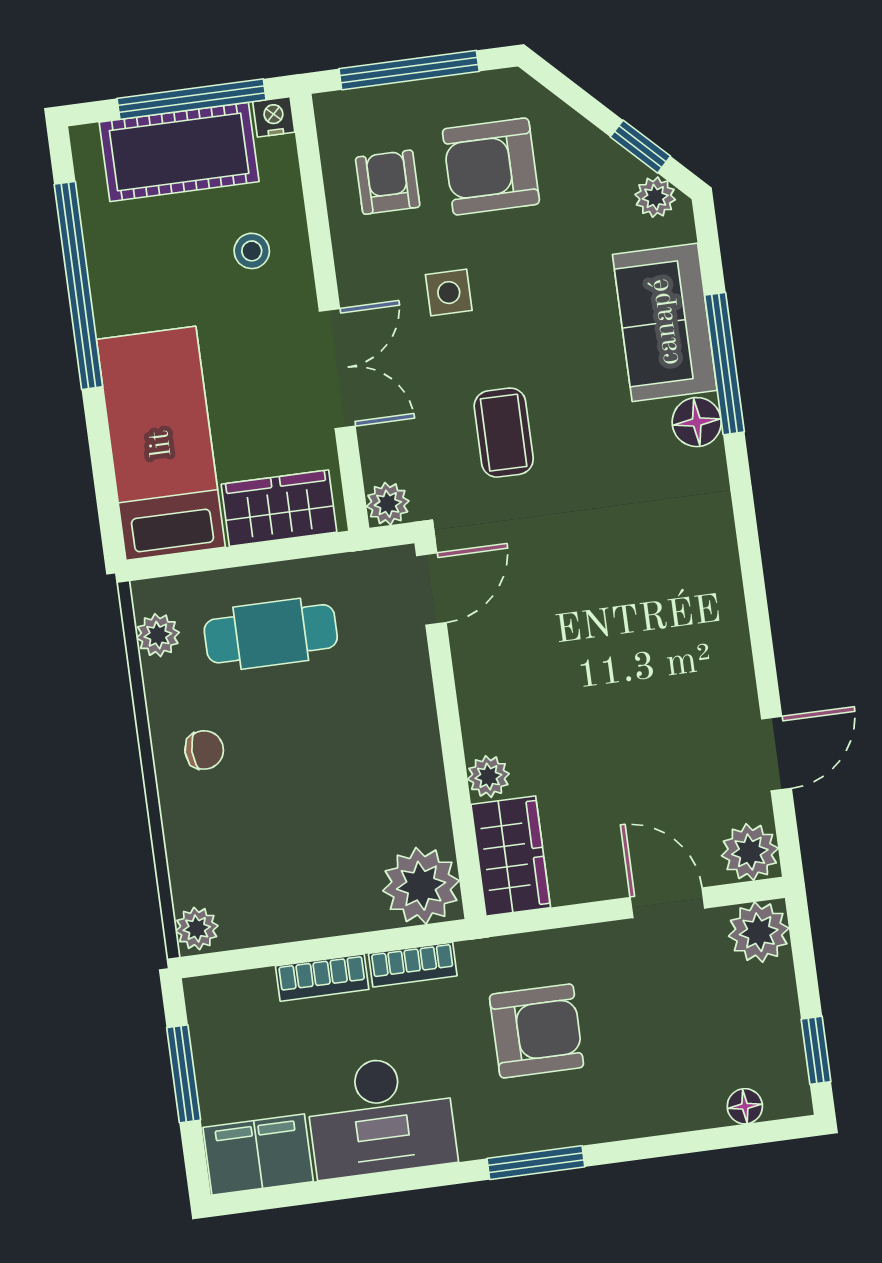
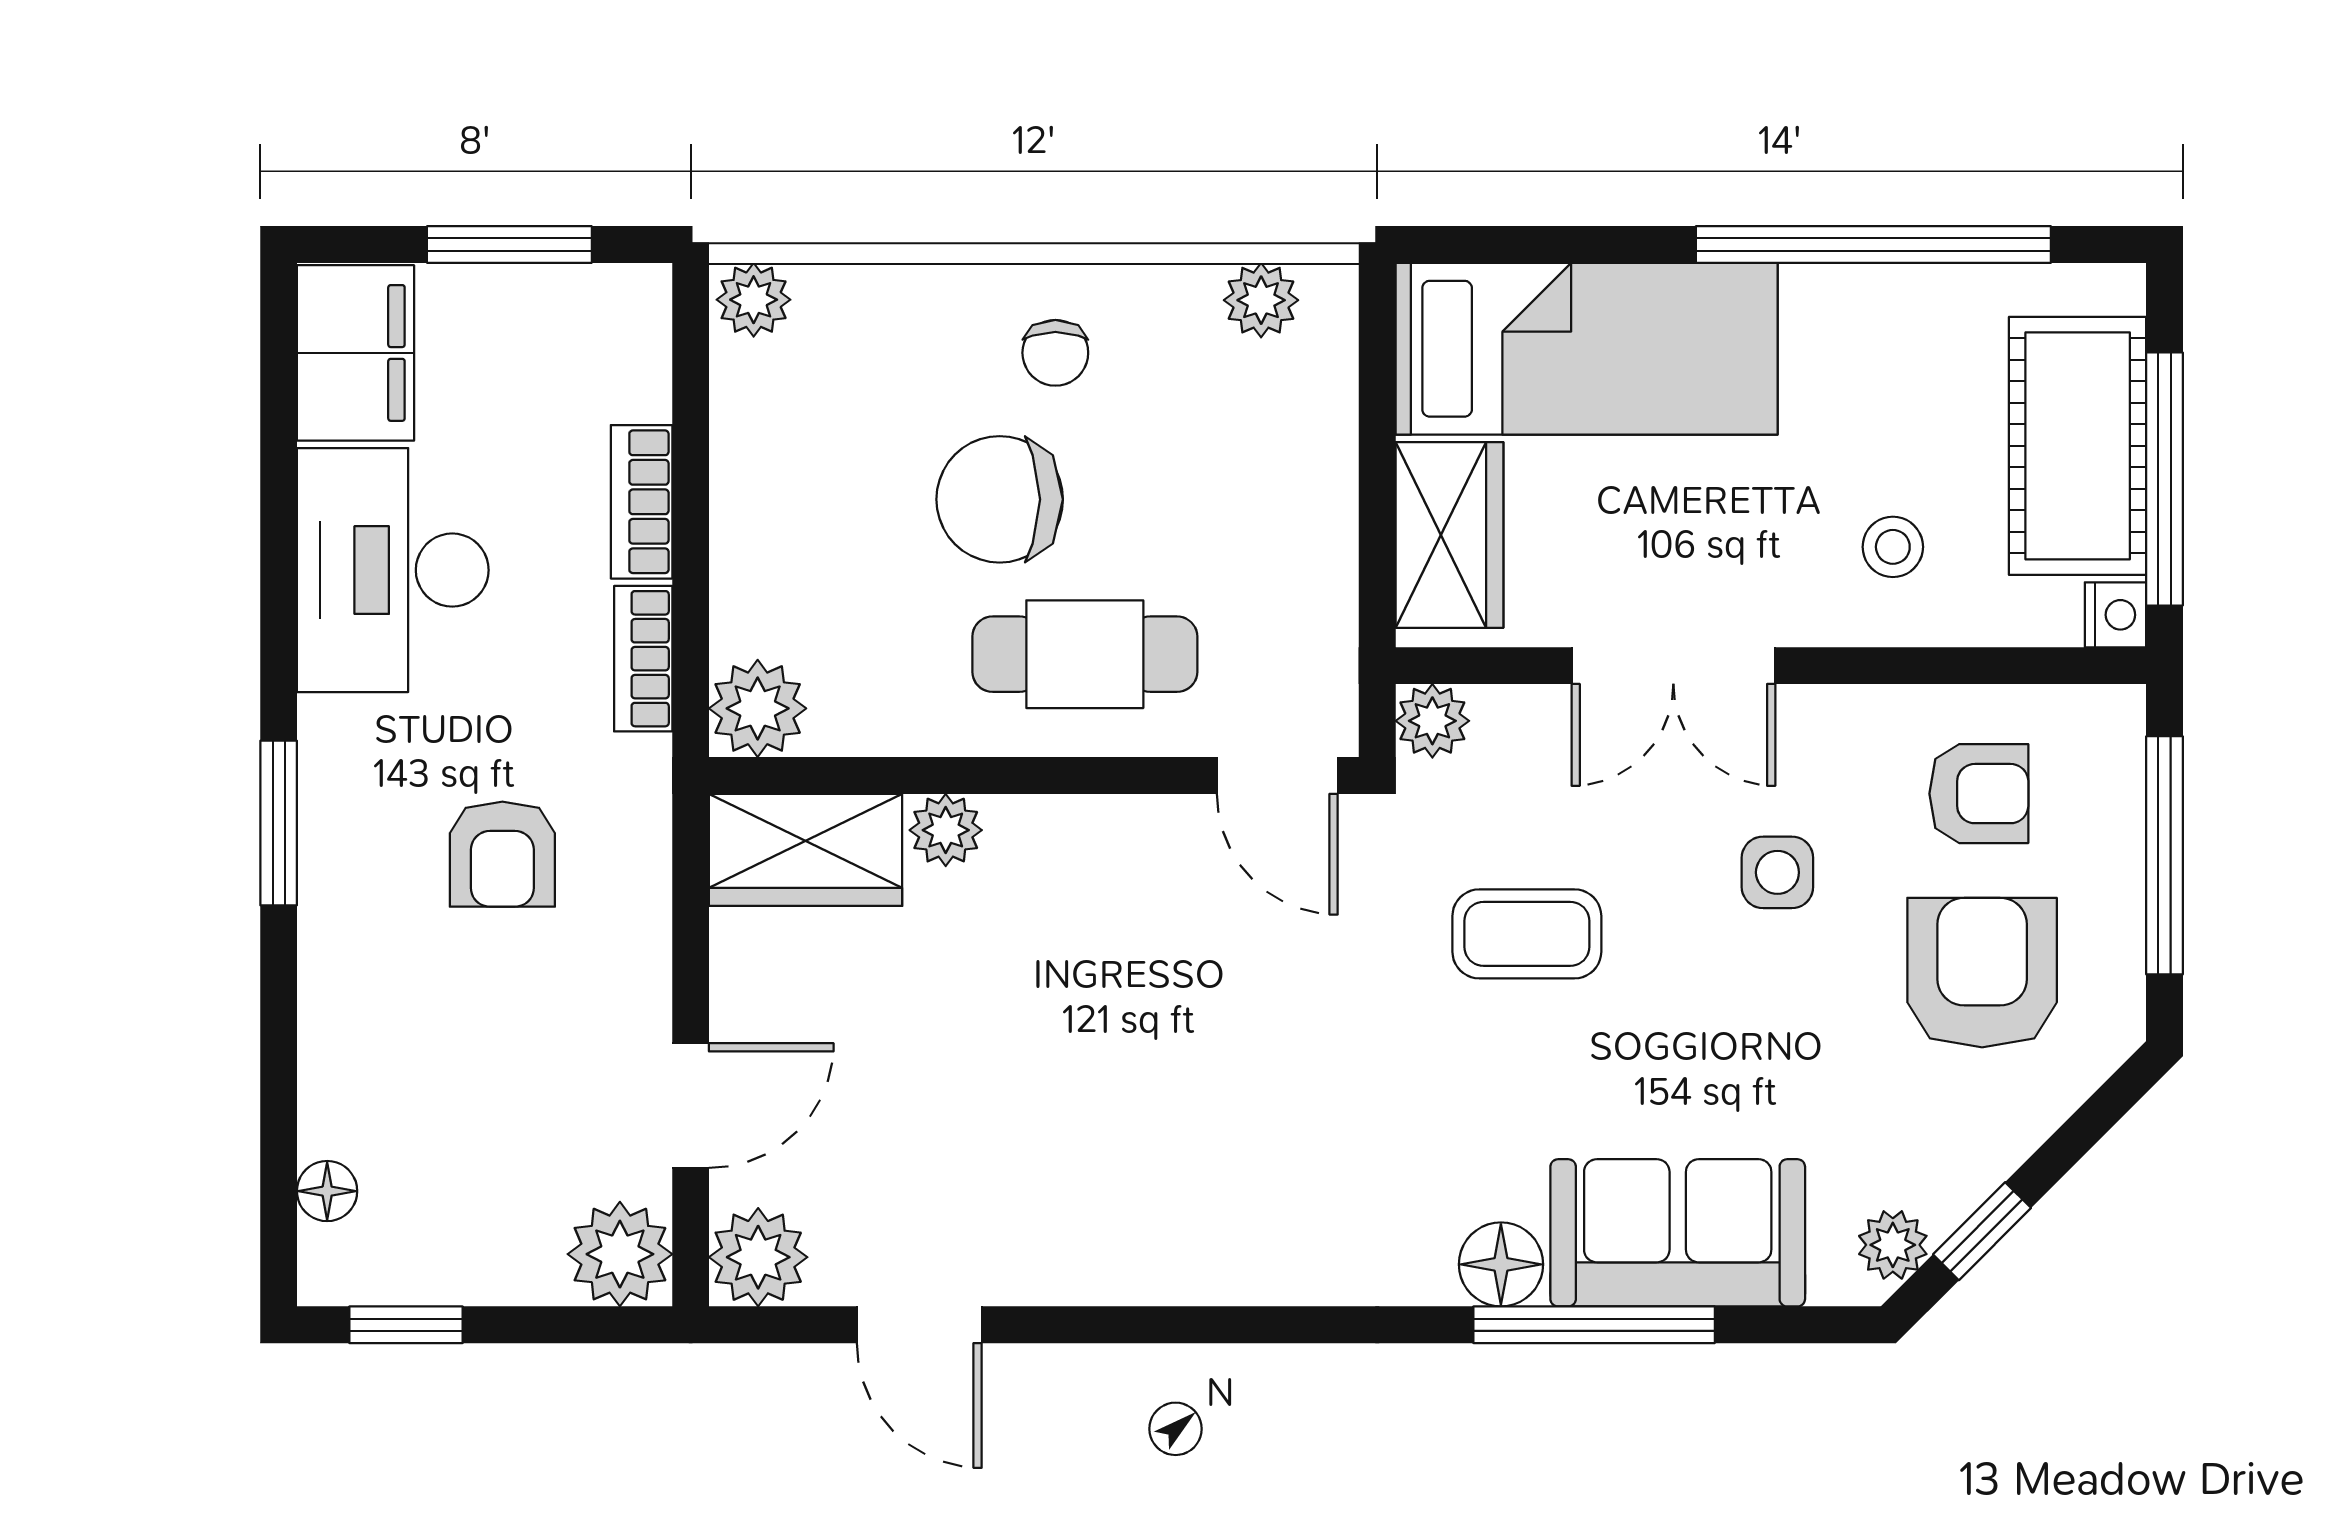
cafe table: (271, 634) -> (1085, 654), moved, turned 90
chair: (293, 771) -> (1000, 499), added
plant: (421, 886) -> (758, 708), width x0.73, depth x0.73
armchair: (537, 1031) -> (502, 854), width x0.72, depth x0.72

